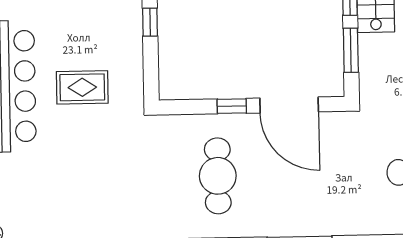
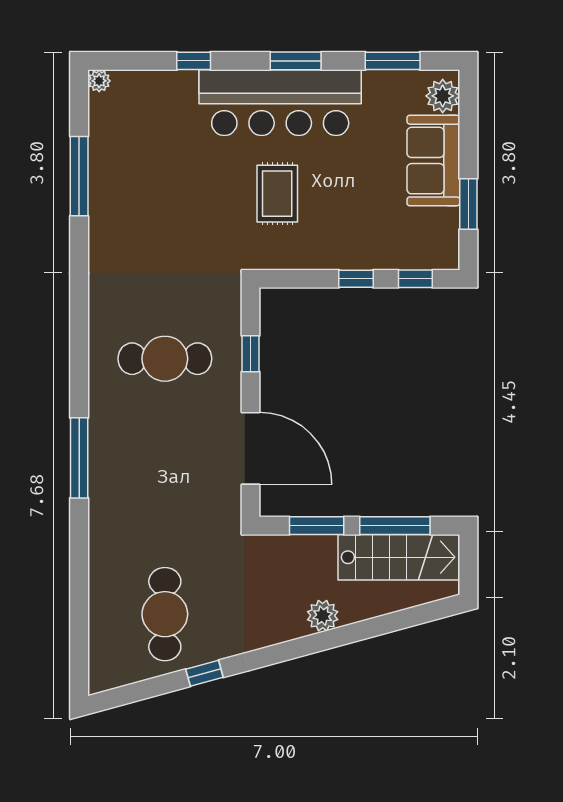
door: (289, 105) -> (251, 448), swing flipped
window: (232, 106) -> (251, 354), moved

